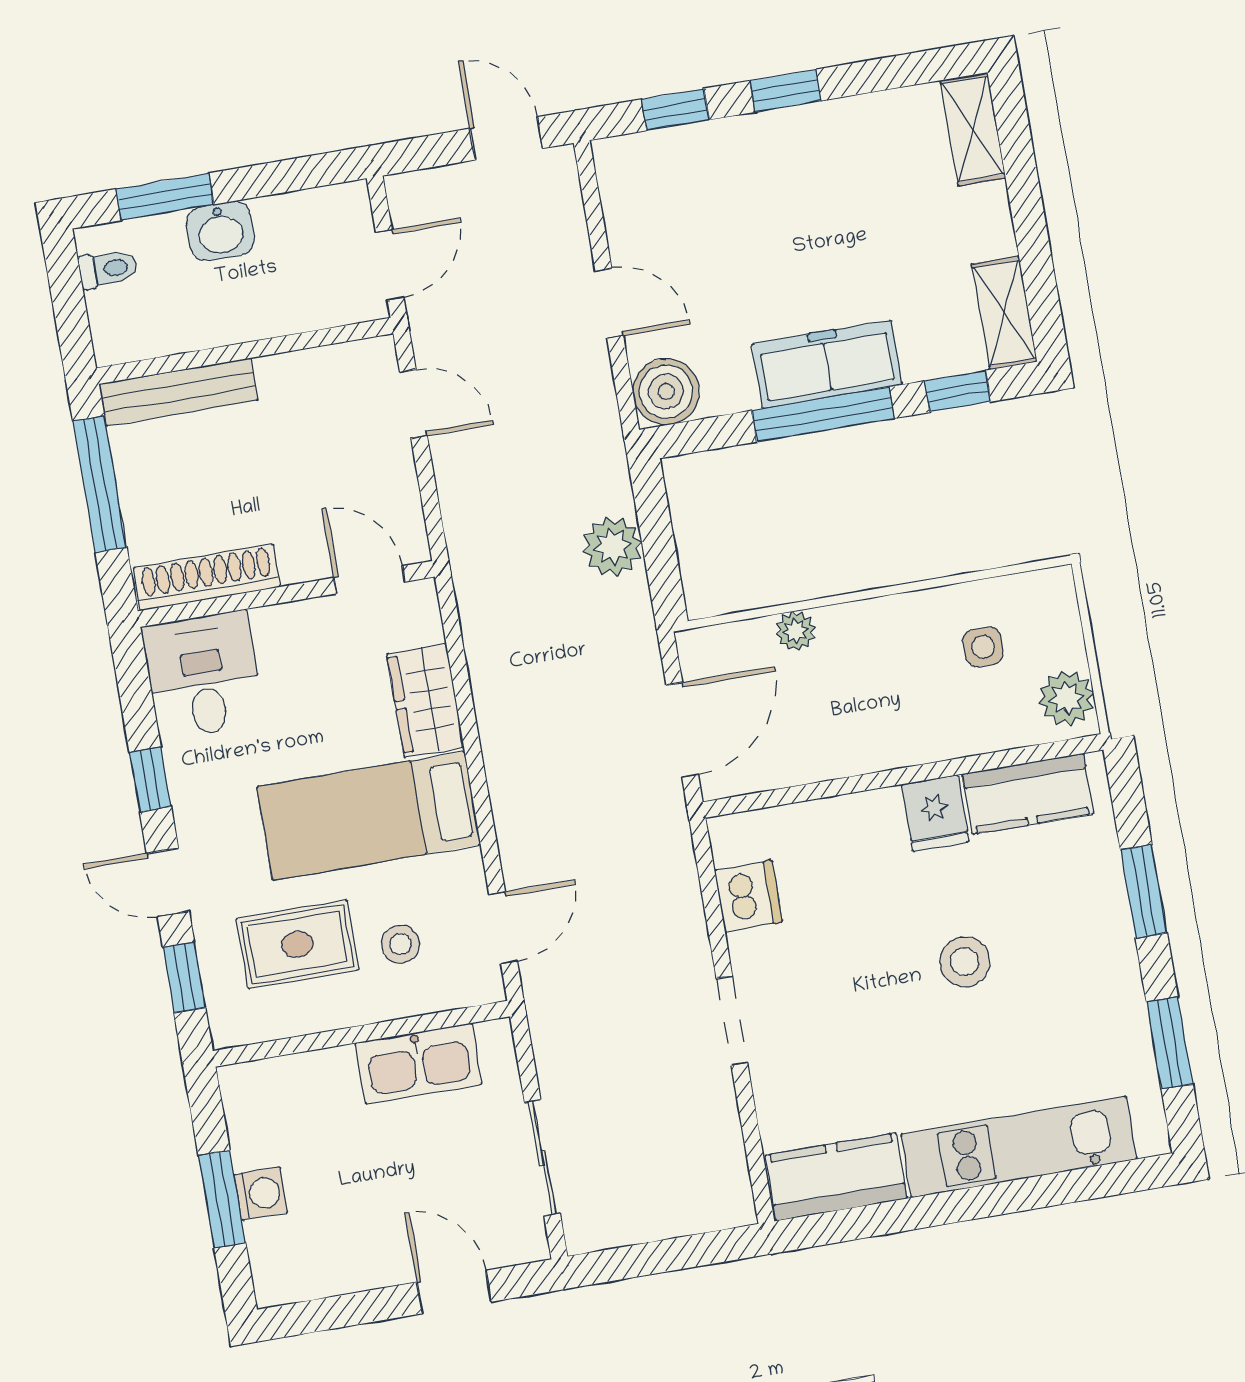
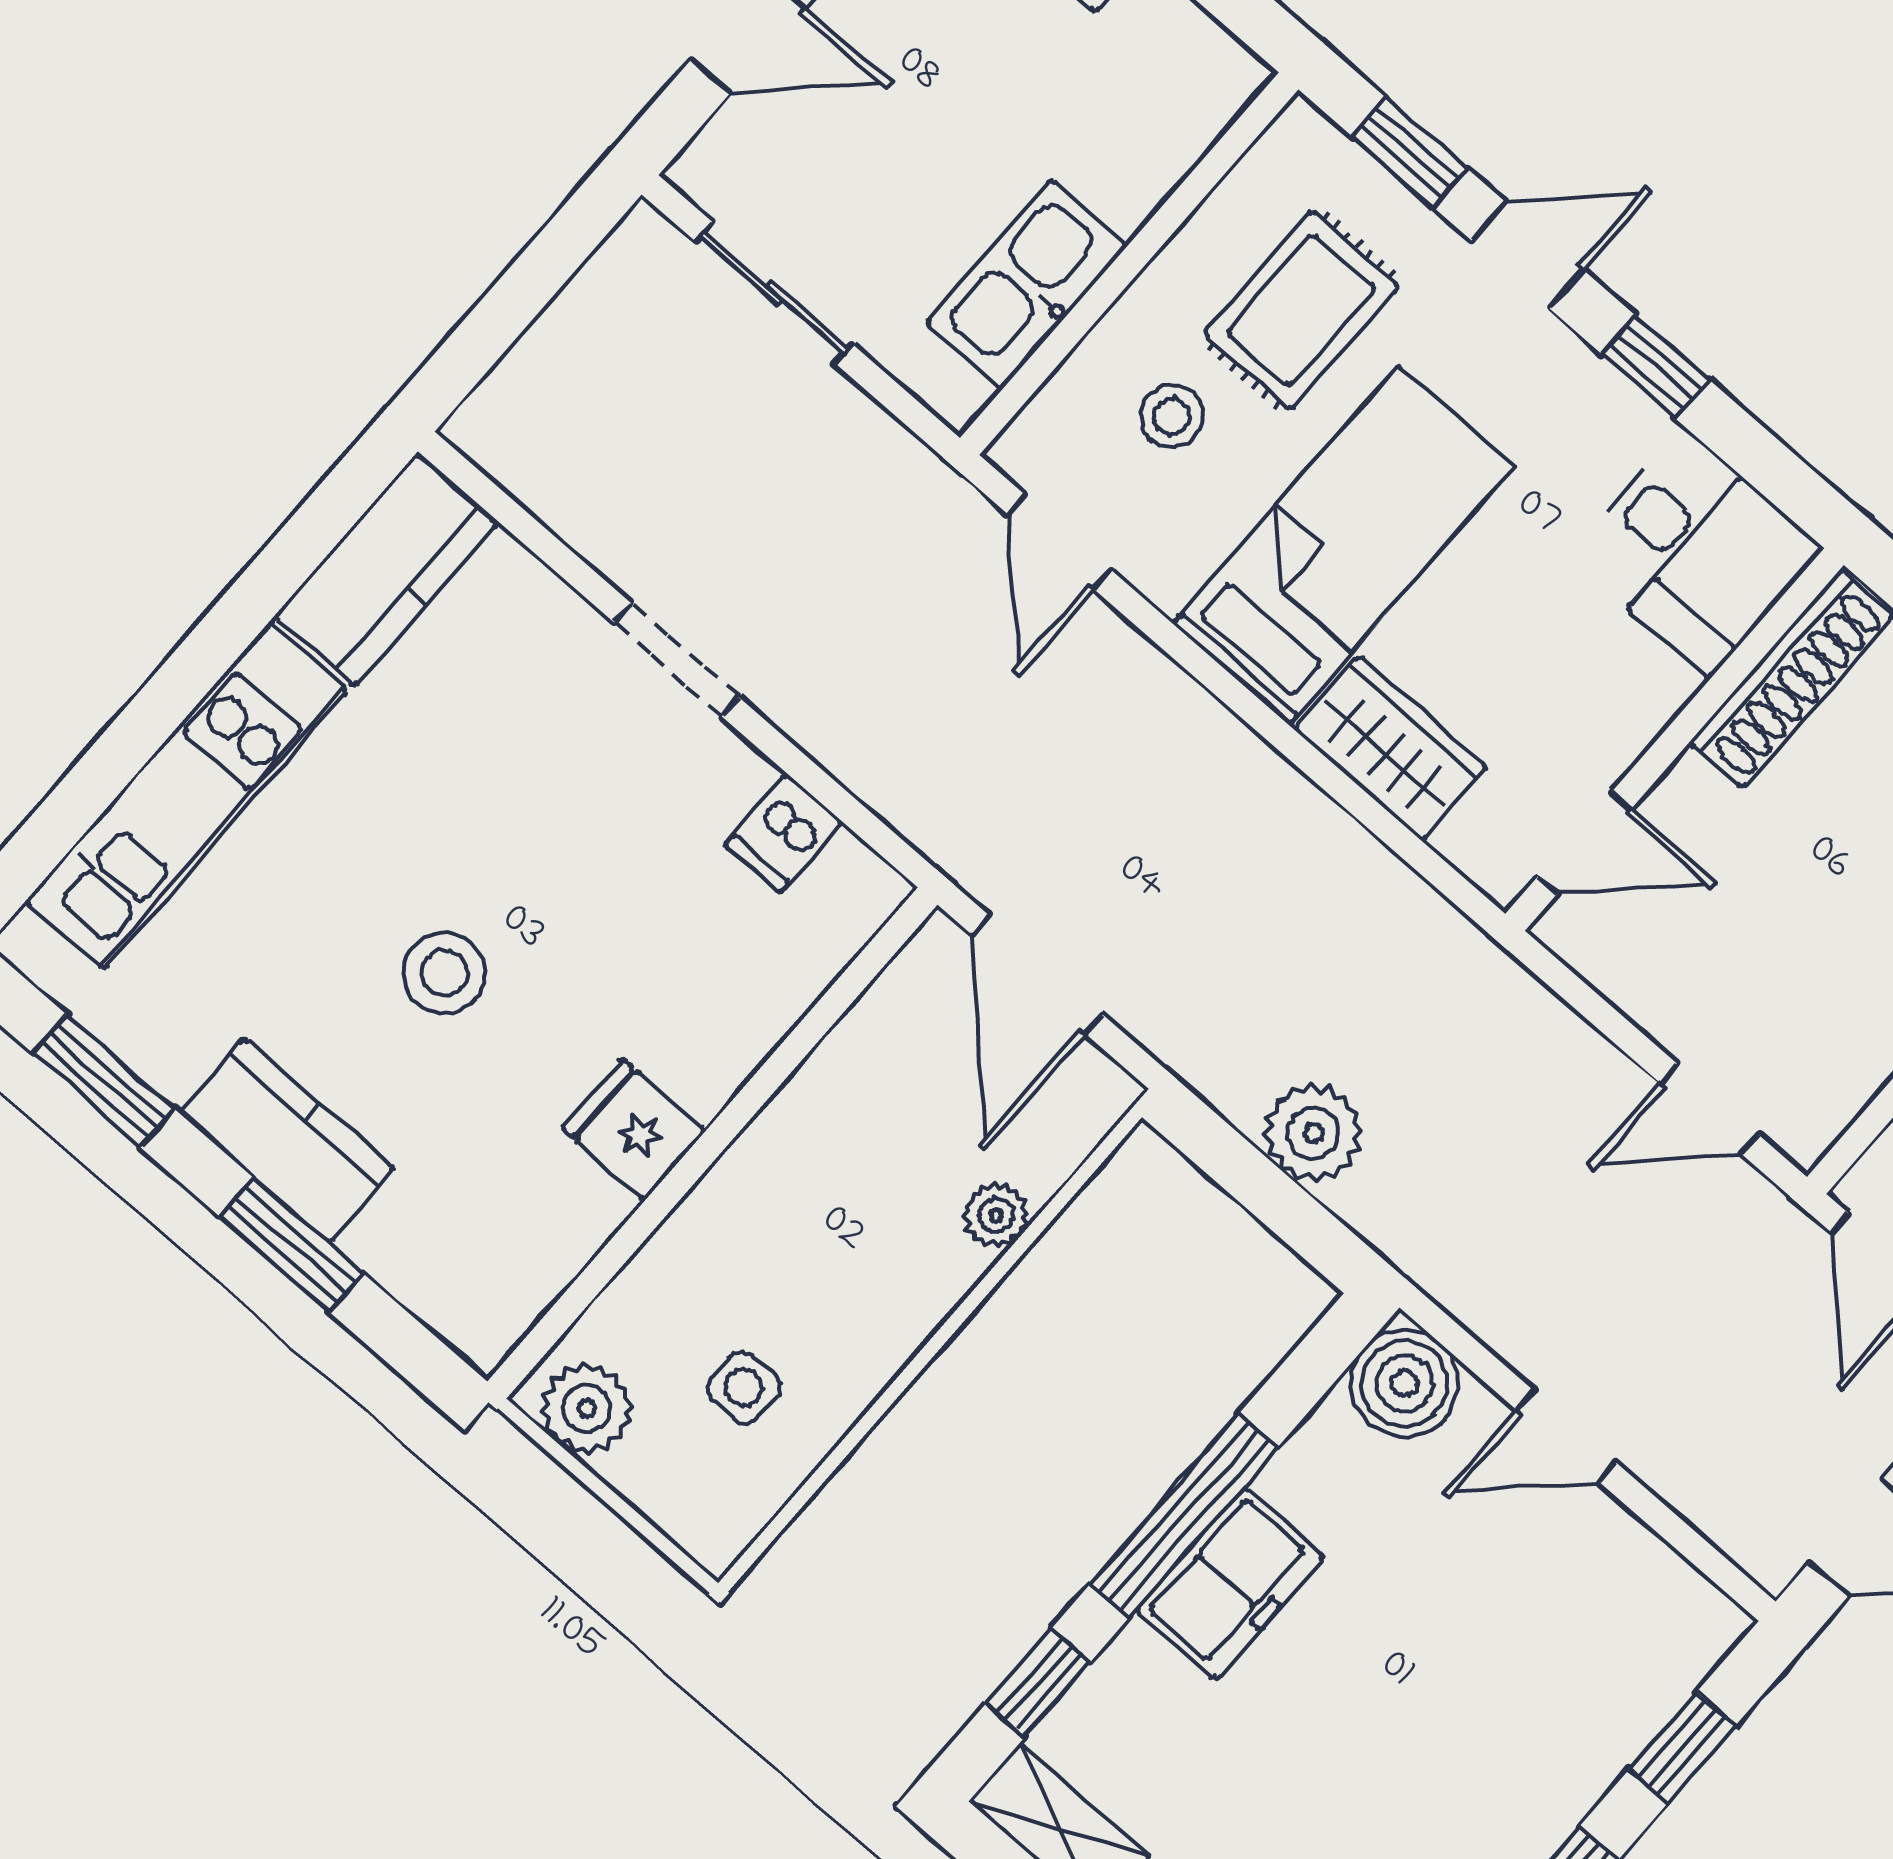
freezer: (827, 364) -> (1230, 1583), width x0.71
kitchen counter: (1028, 794) -> (287, 1141), moved, turned 90
dishwasher: (748, 896) -> (784, 833), width x0.73

